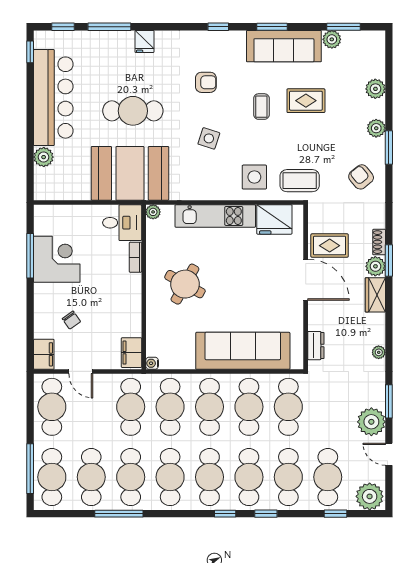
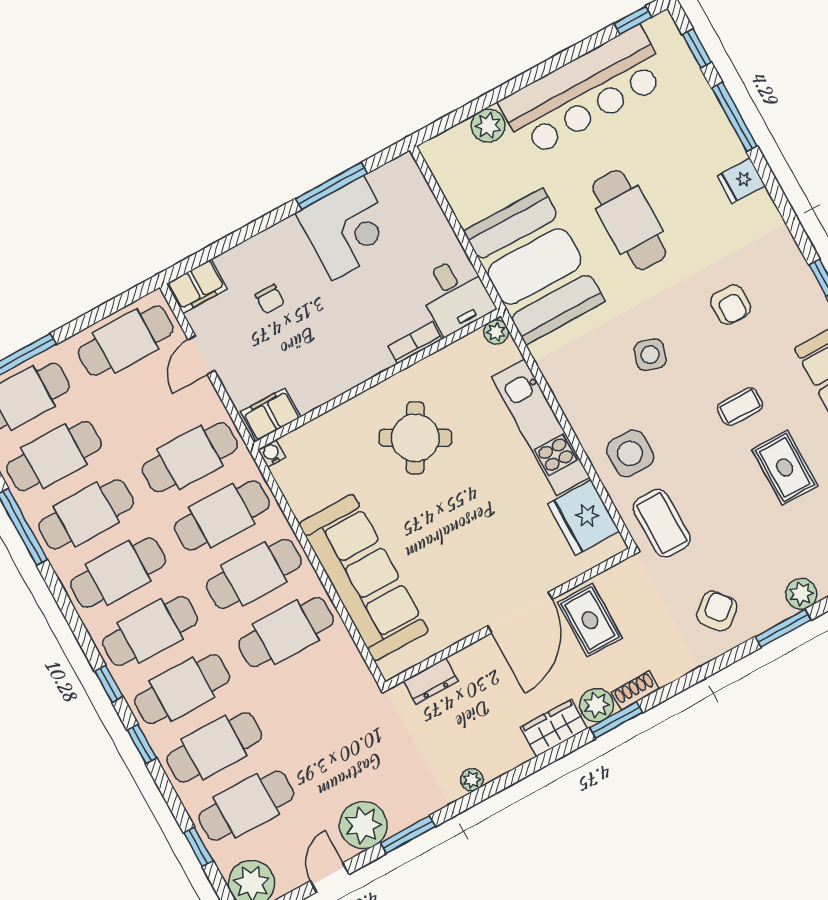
chair: (71, 320) -> (270, 299), turned -55
cafe table: (288, 407) -> (318, 690), removed

